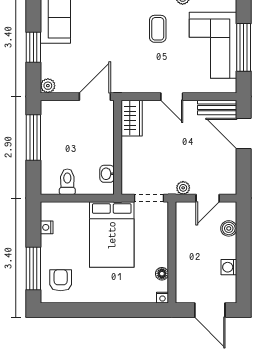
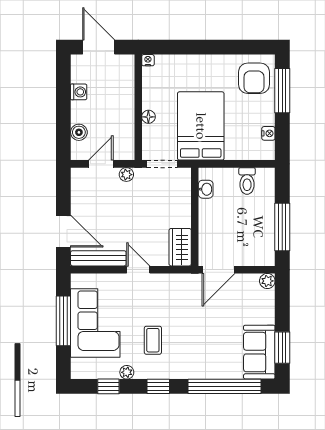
window: (33, 47) -> (282, 348), moved
bench: (217, 107) -> (98, 258), width x1.36
floor lamp: (162, 274) -> (148, 117), moved
armchair: (61, 280) -> (254, 78), width x1.38, depth x1.38

